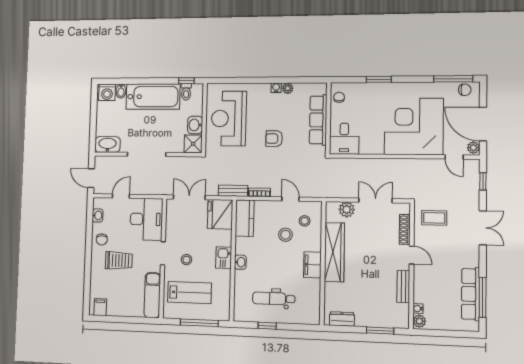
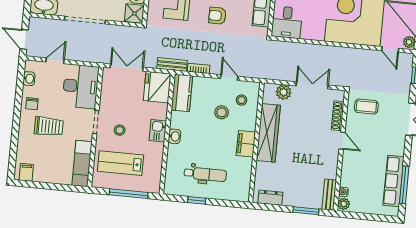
bench: (403, 287) -> (329, 195), moved
lab bench: (189, 292) -> (121, 163), turned 180
dental chair: (274, 298) -> (205, 174), turned 180

